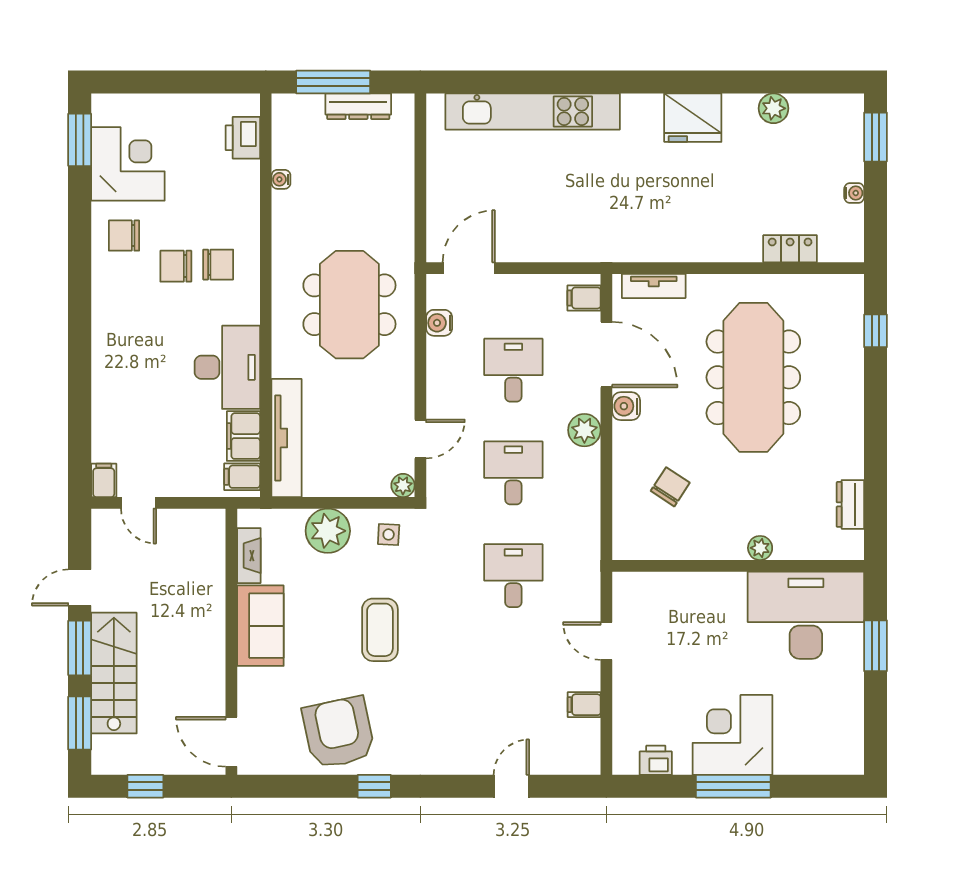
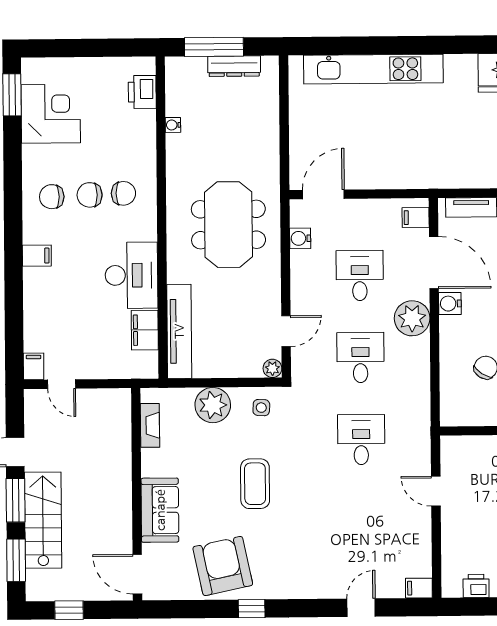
chair: (124, 236) -> (52, 197), moved
plant: (584, 430) -> (412, 318), width x1.36, depth x1.36
filing cabinet: (242, 477) -> (37, 256), moved, turned 180
sofa: (260, 626) -> (160, 510), moved
filing cabinet: (584, 705) -> (419, 588), moved

